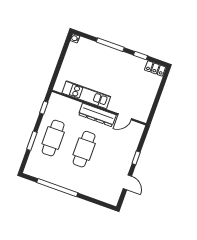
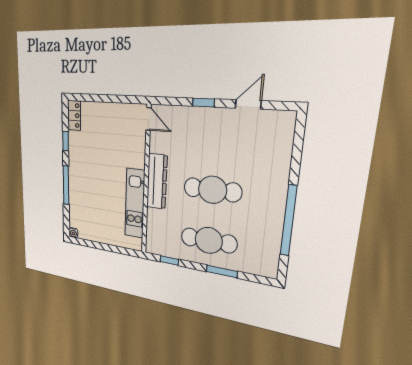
door: (125, 117) -> (148, 119), moved

